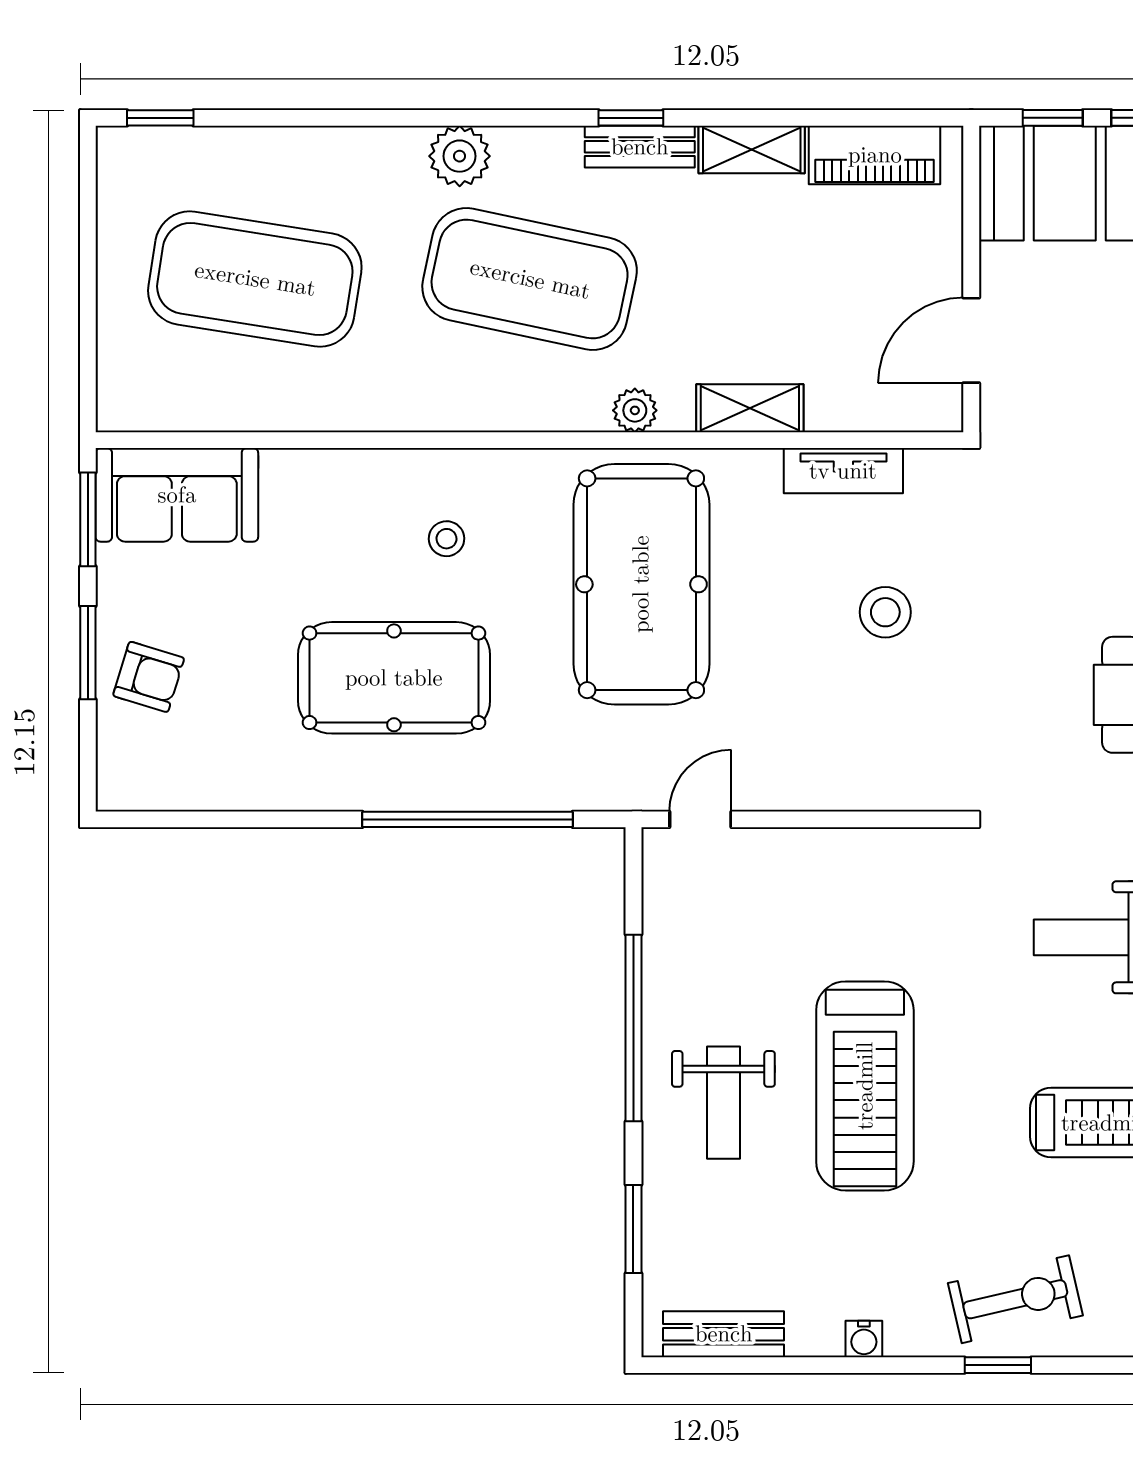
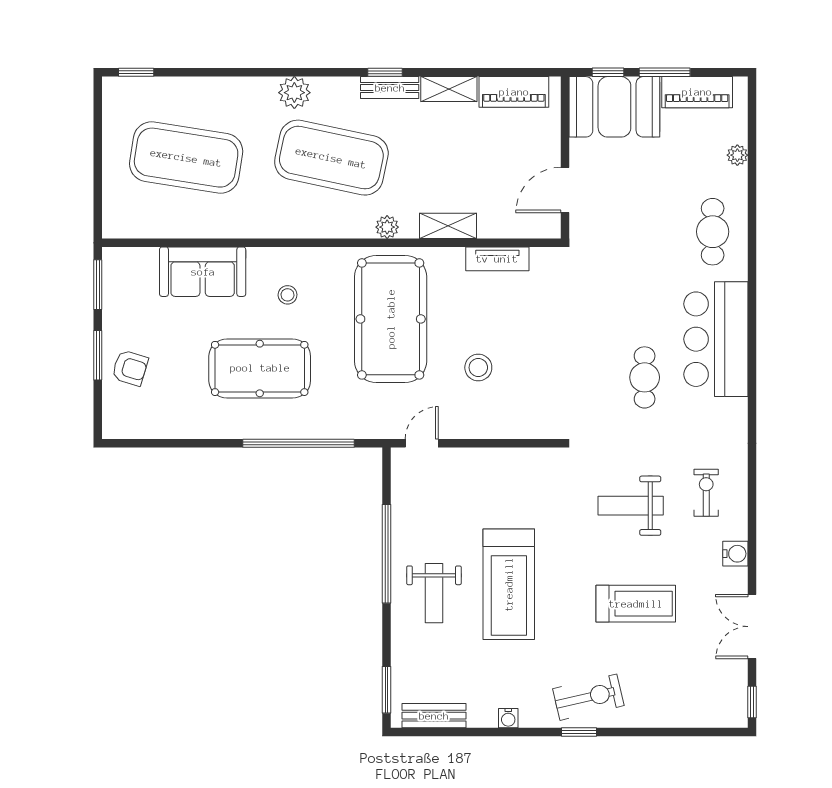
sofa: (177, 495) -> (203, 272), moved
stool: (885, 612) -> (478, 368), moved
window: (633, 1229) -> (386, 690), moved

